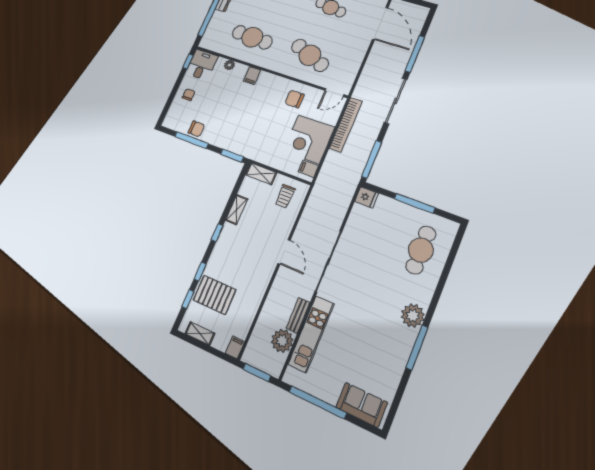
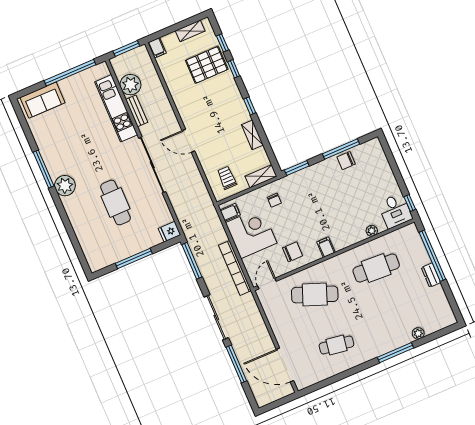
filing cabinet: (252, 76) -> (326, 247), moved
chair: (189, 95) -> (274, 200), moved
cafe table: (421, 250) -> (116, 203), moved

